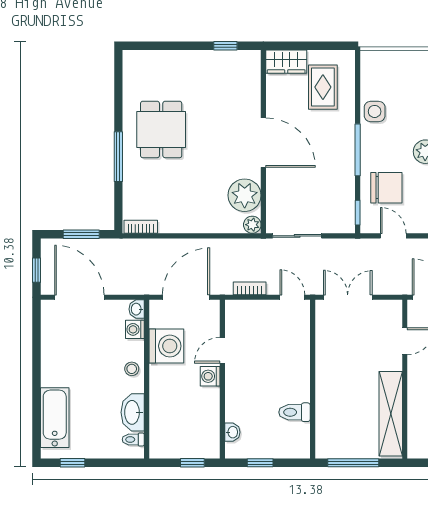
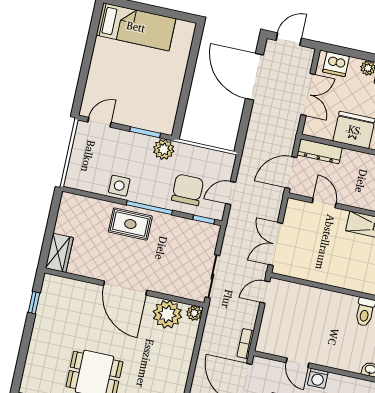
rug: (323, 87) -> (130, 224), moved
door: (263, 143) -> (125, 288), swing flipped
bookcase: (250, 288) -> (245, 344), moved

